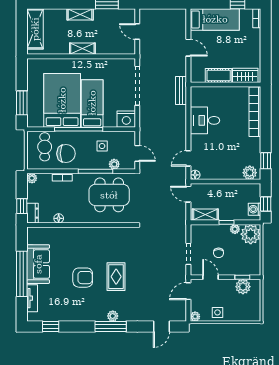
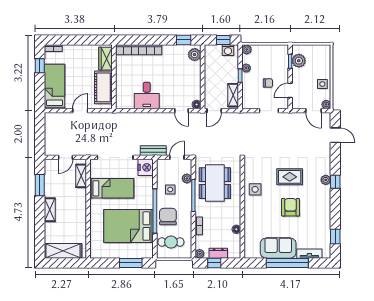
shelving: (82, 49) -> (81, 176), moved
cot: (219, 75) -> (103, 87), width x1.37, depth x1.34
bench: (181, 91) -> (153, 151), moved
bed: (92, 103) -> (112, 188), moved, turned 180
chair: (66, 154) -> (168, 217), moved
window: (22, 206) -> (214, 263), moved
dresser: (32, 213) -> (218, 253), moved
plant: (251, 234) -> (247, 49), width x0.53, depth x0.53
side table: (102, 239) -> (255, 189), added
door: (188, 291) -> (313, 111), moved
window: (111, 326) -> (335, 182), width x0.46

